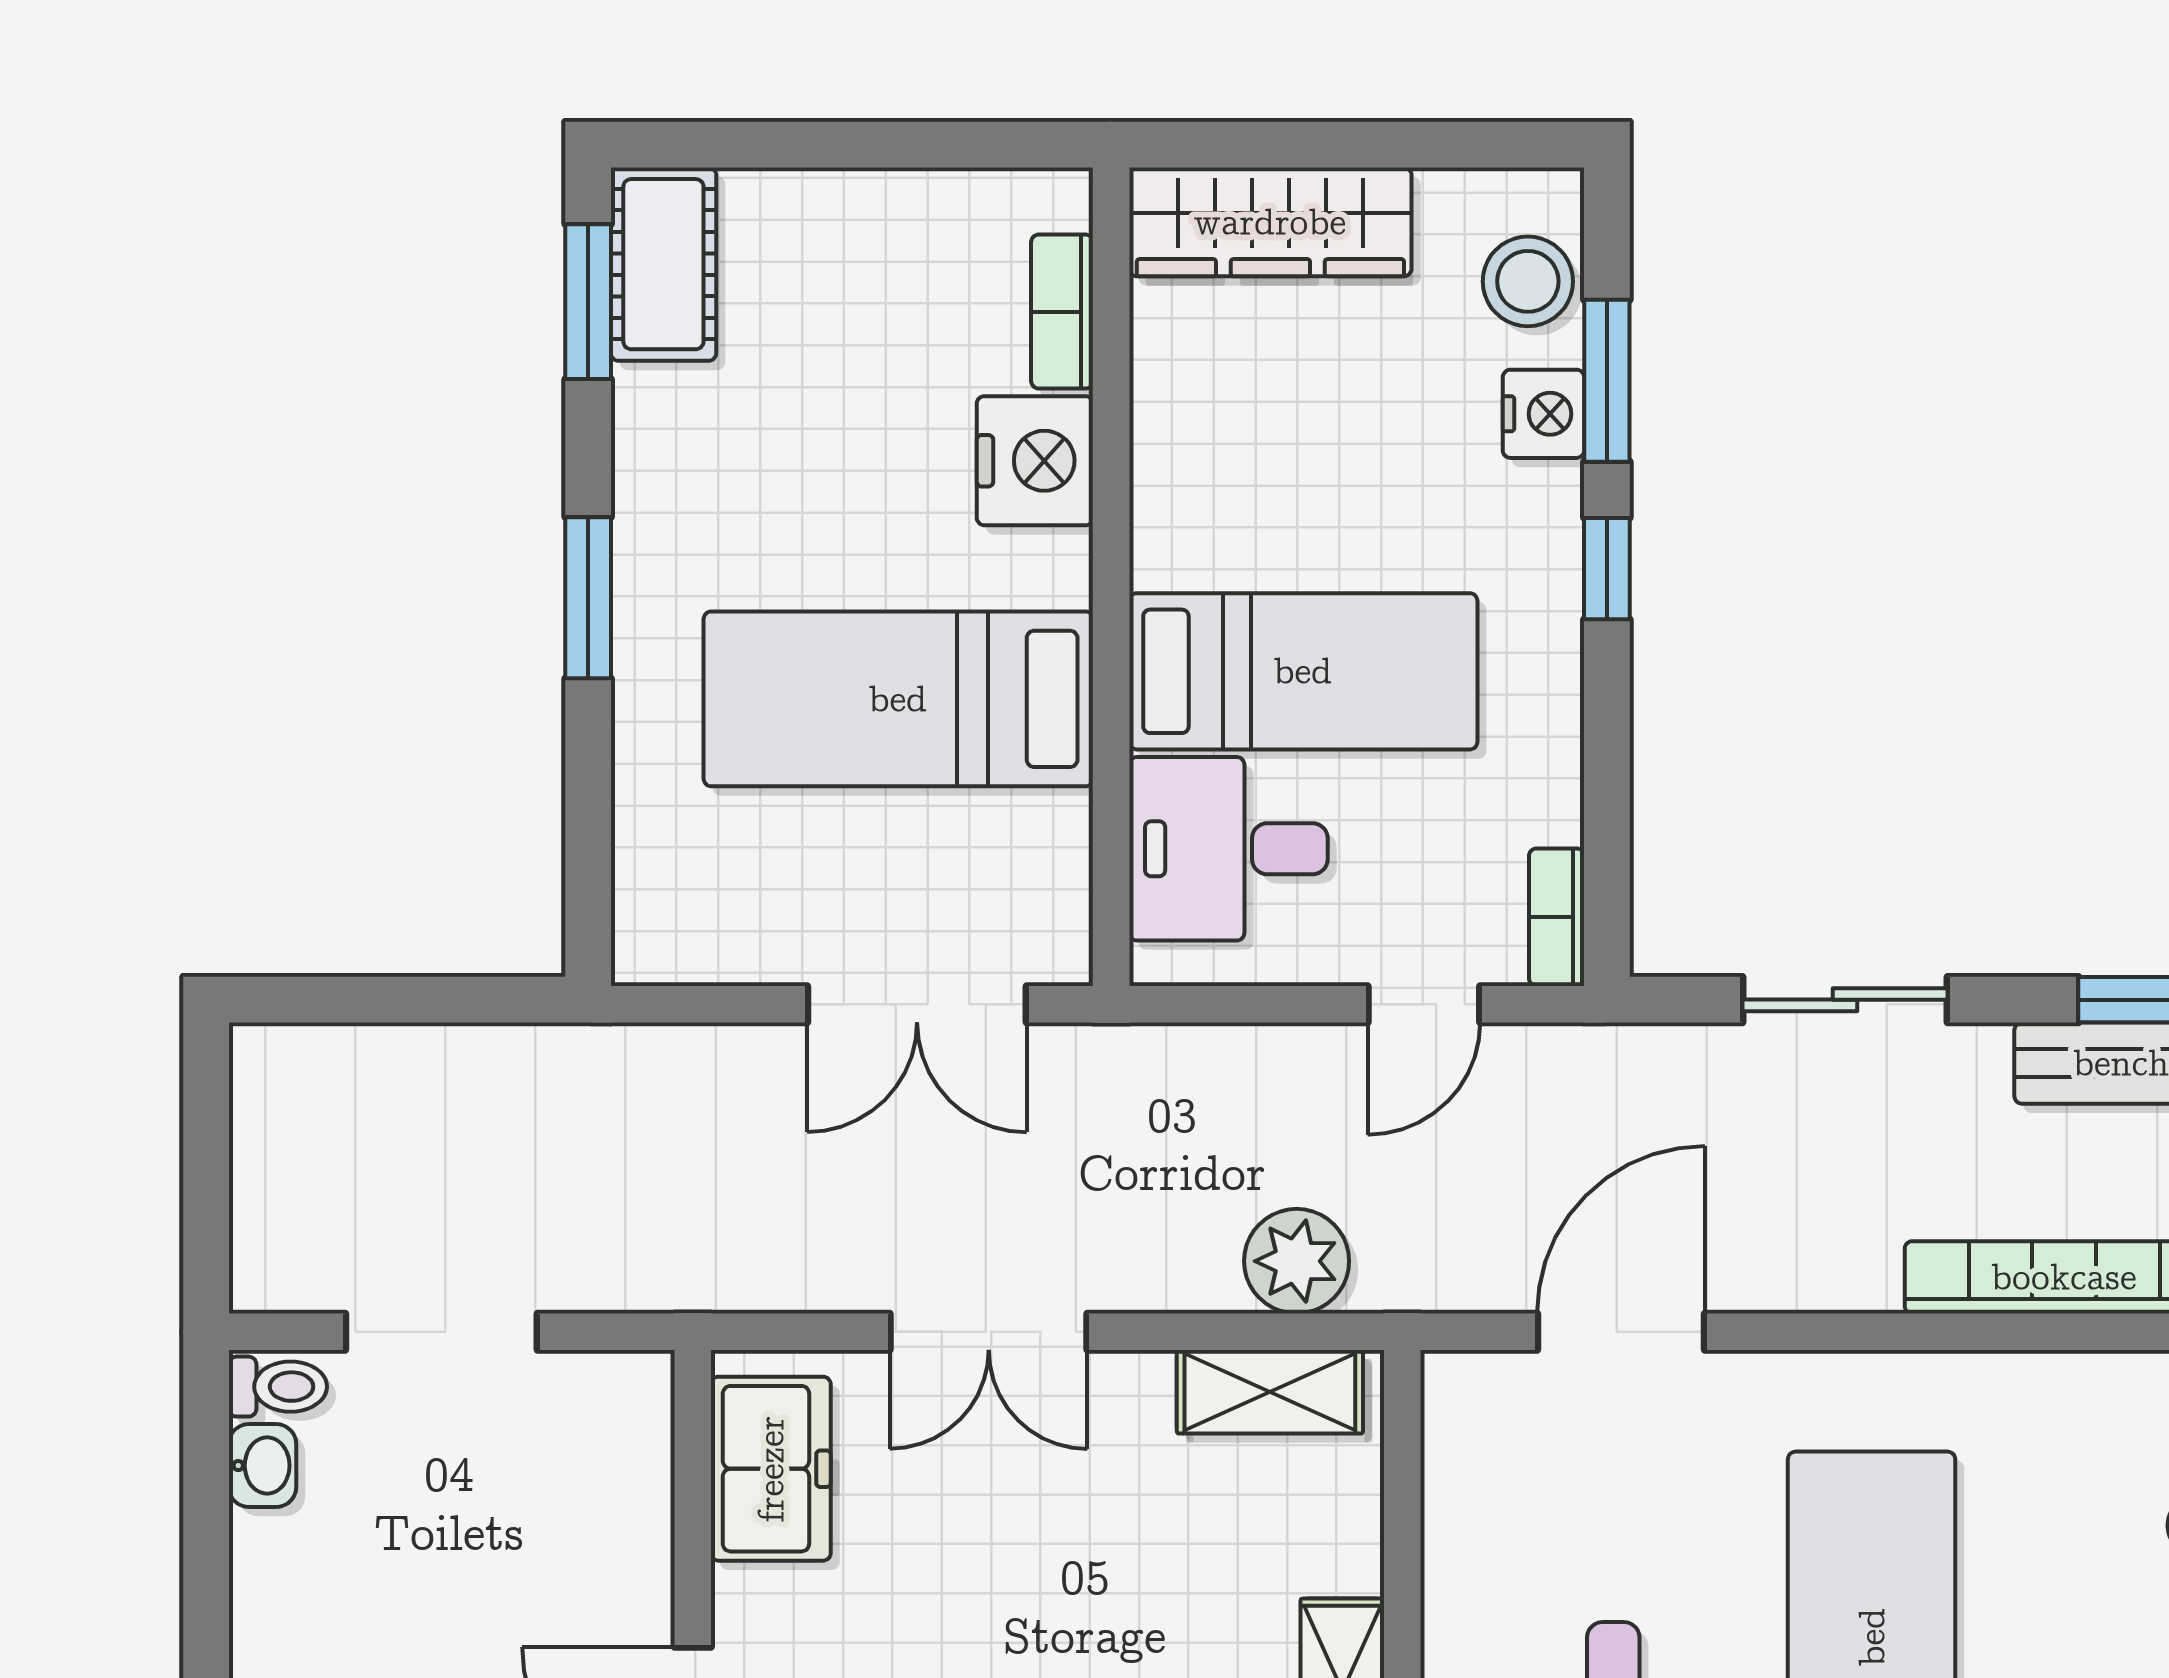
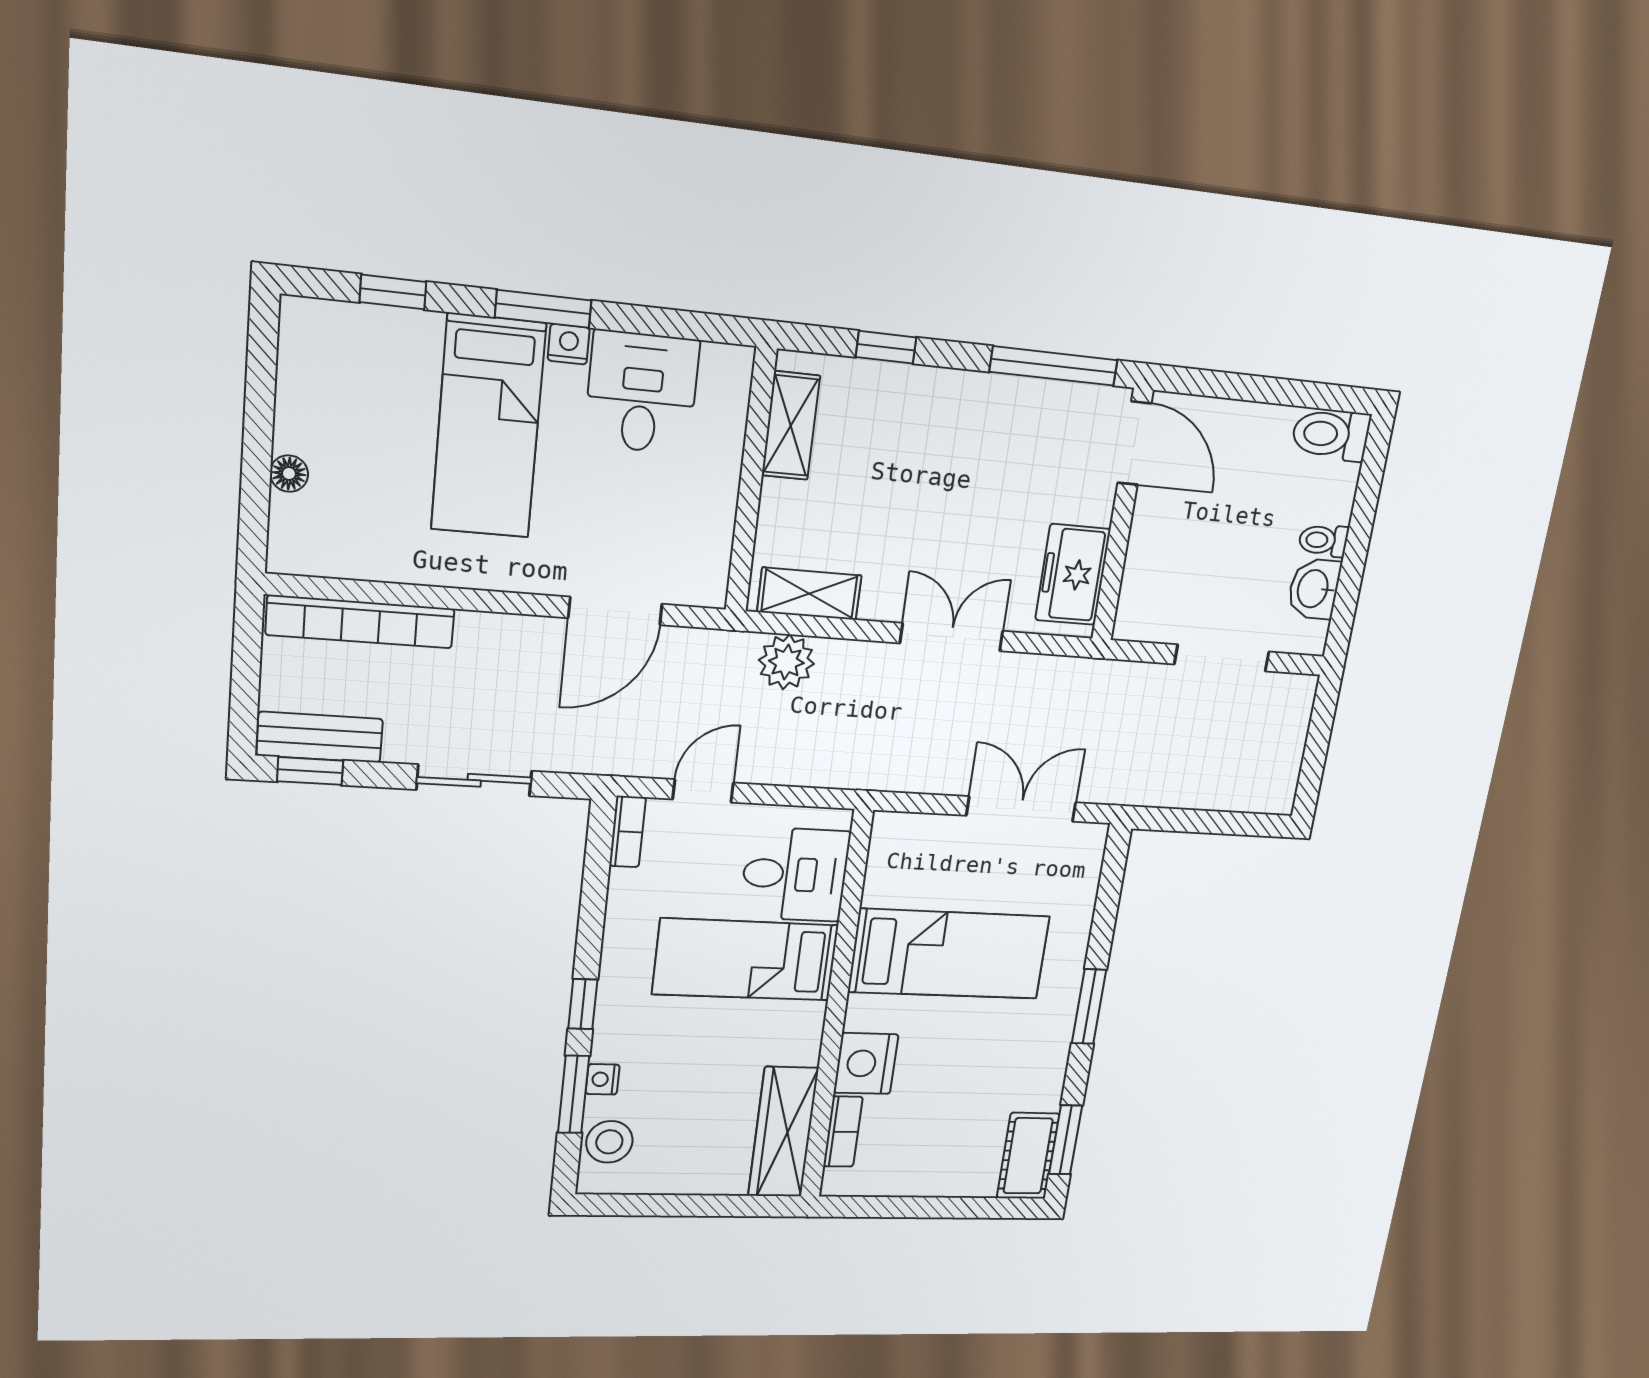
wardrobe: (1270, 222) -> (783, 1132), moved, turned -90
nightstand: (1543, 414) -> (603, 1079), width x0.72, depth x0.74
double door: (917, 1004) -> (1021, 809), moved
toilet: (278, 1387) -> (1323, 540), moved
washbasin: (262, 1466) -> (1314, 589), width x1.38, depth x1.45

